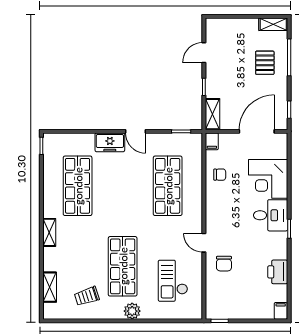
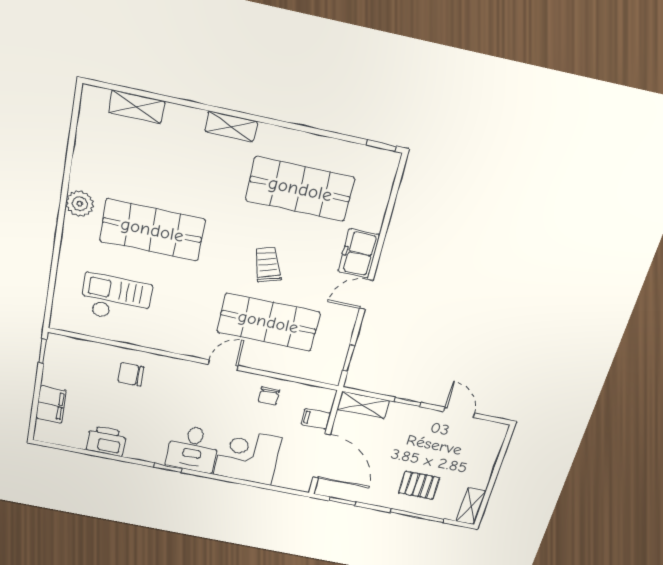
filing cabinet: (212, 141) -> (316, 419), moved
door: (204, 243) -> (223, 365), moved
trolley: (87, 296) -> (267, 264), moved
plant: (132, 311) -> (80, 204), moved
filing cabinet: (281, 311) -> (51, 404), moved, width x2.00

